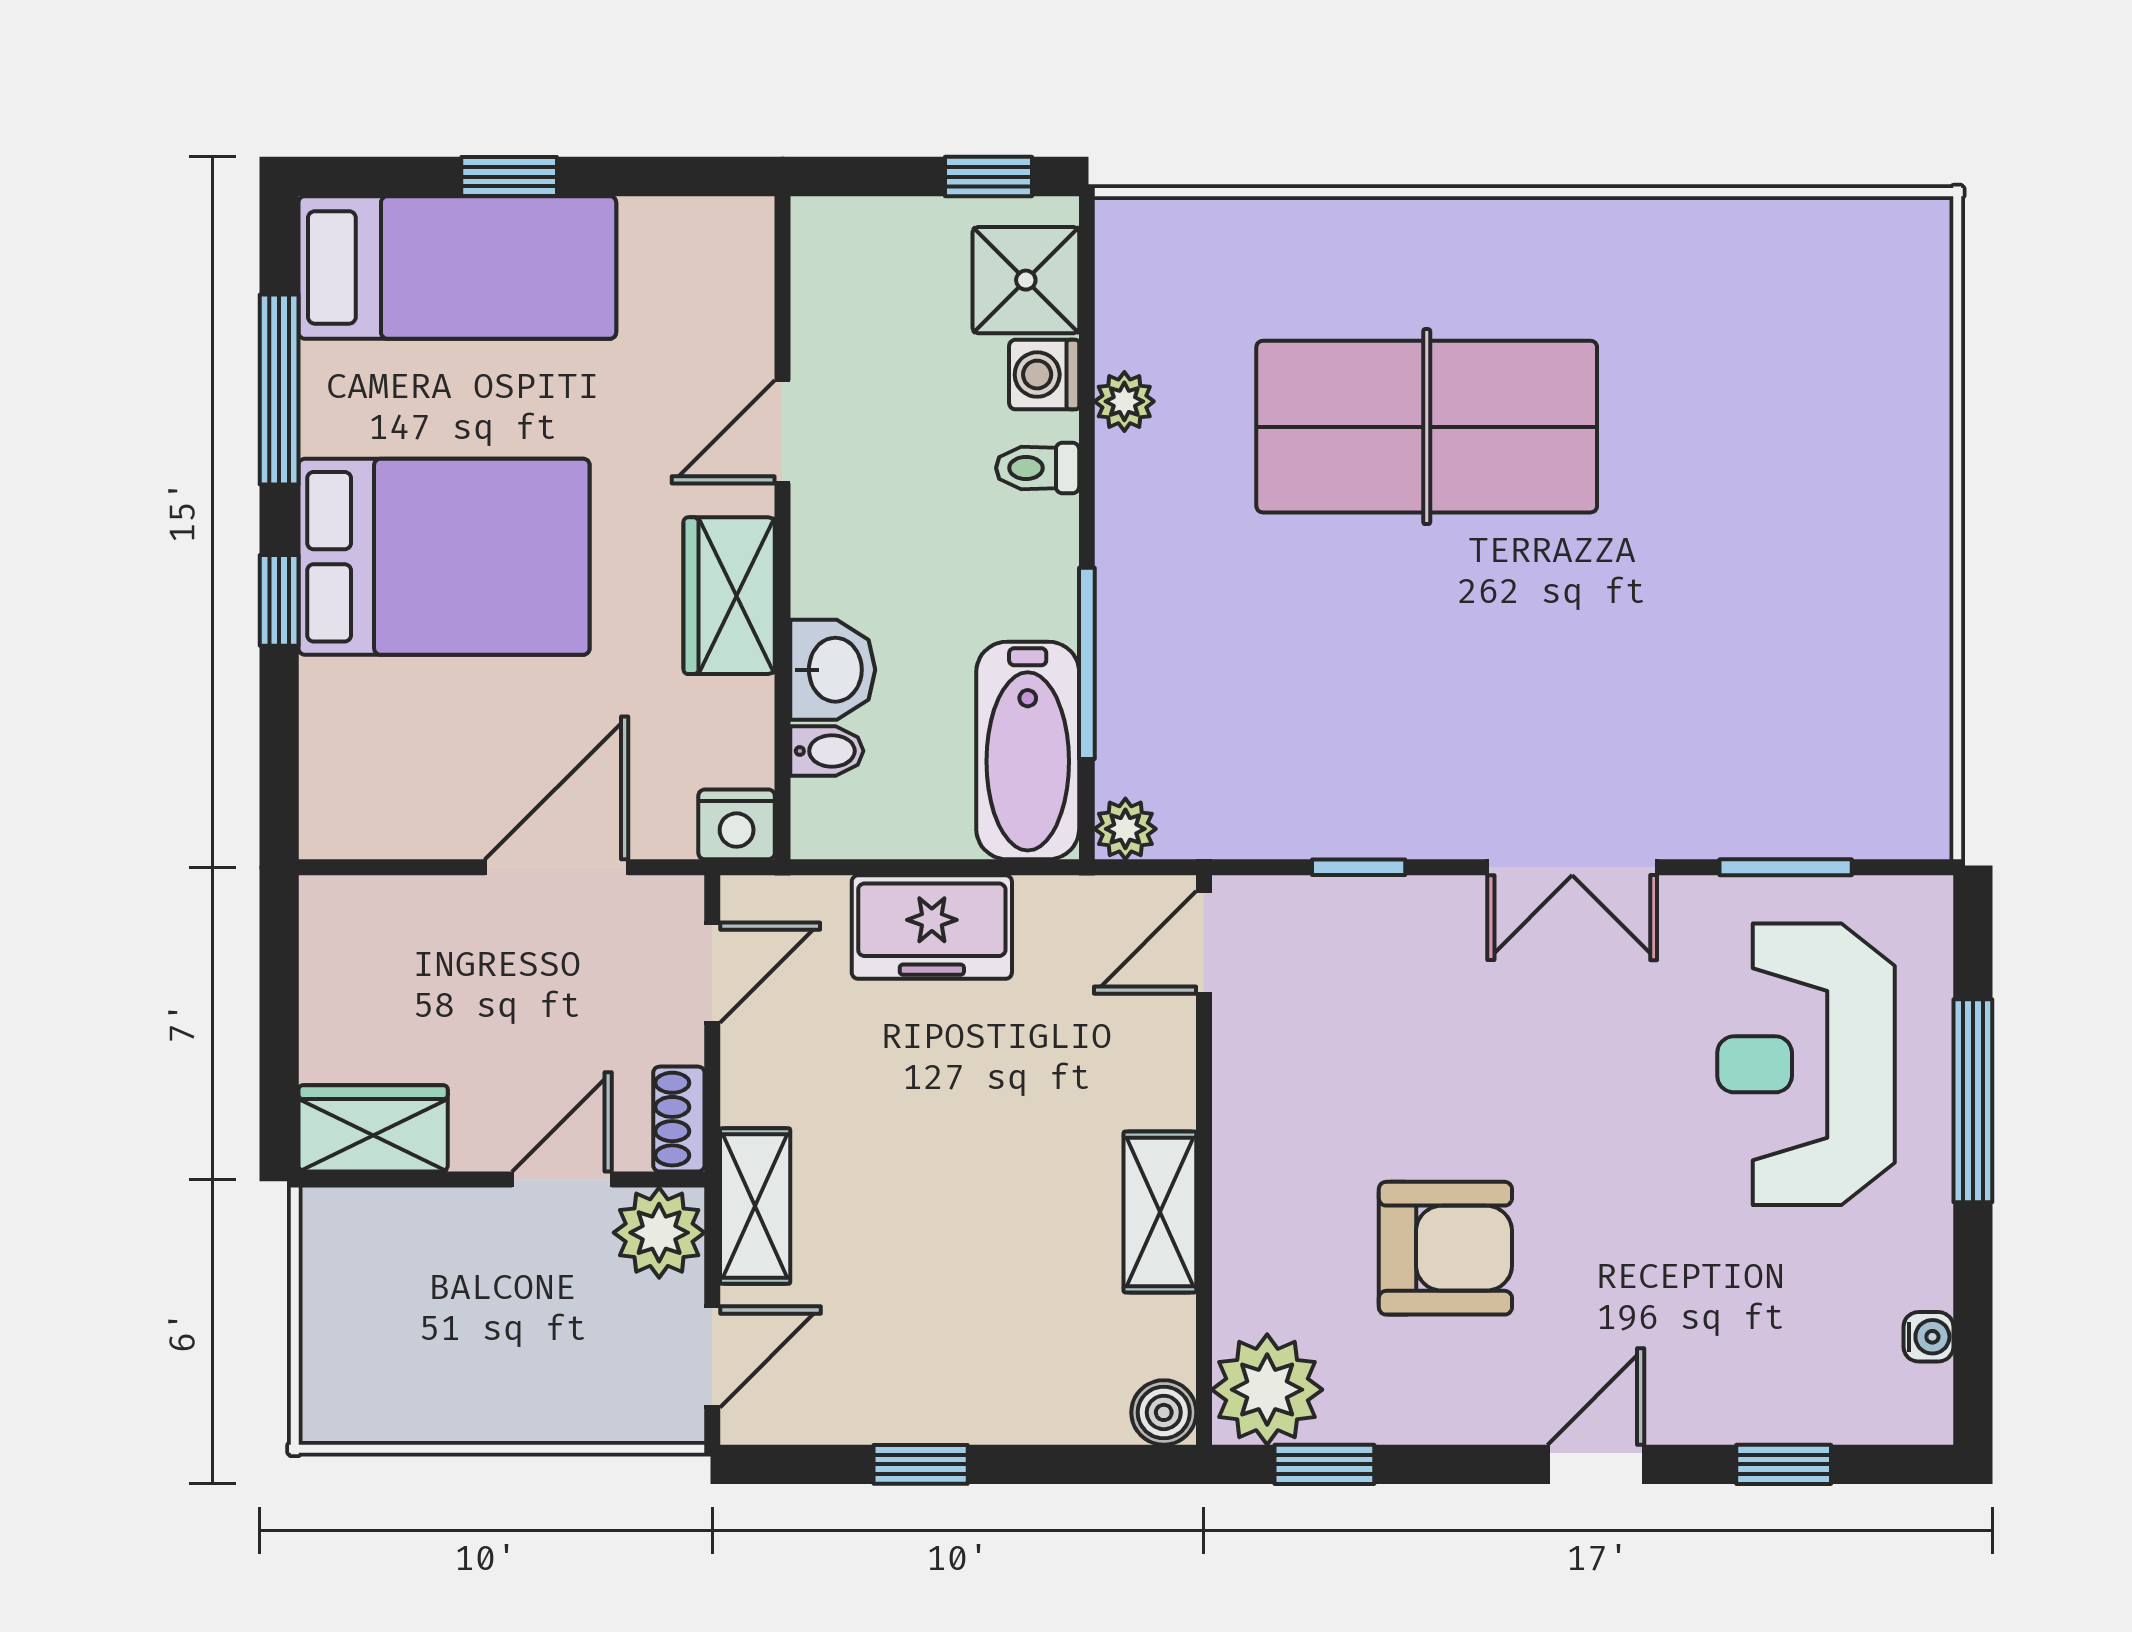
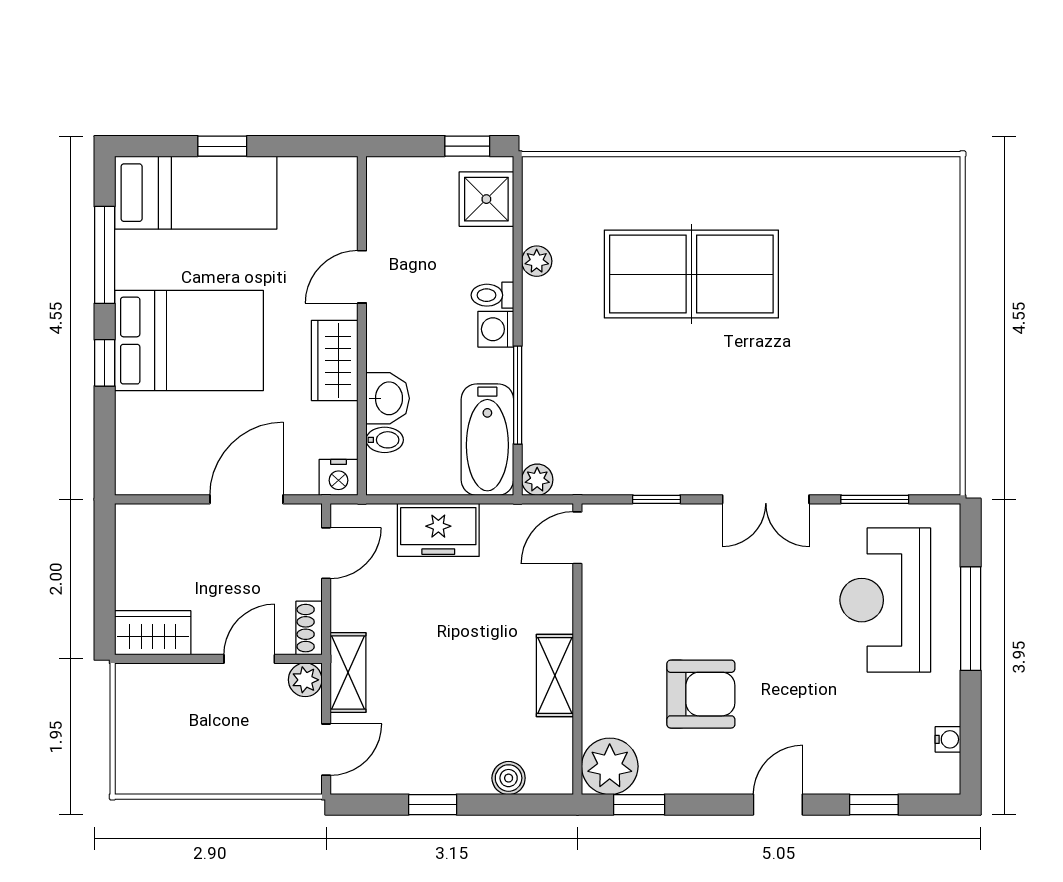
washing machine: (1044, 375) -> (496, 329), moved
plant: (659, 1233) -> (305, 680), width x0.73, depth x0.73
boiler: (1164, 1412) -> (509, 778), moved

